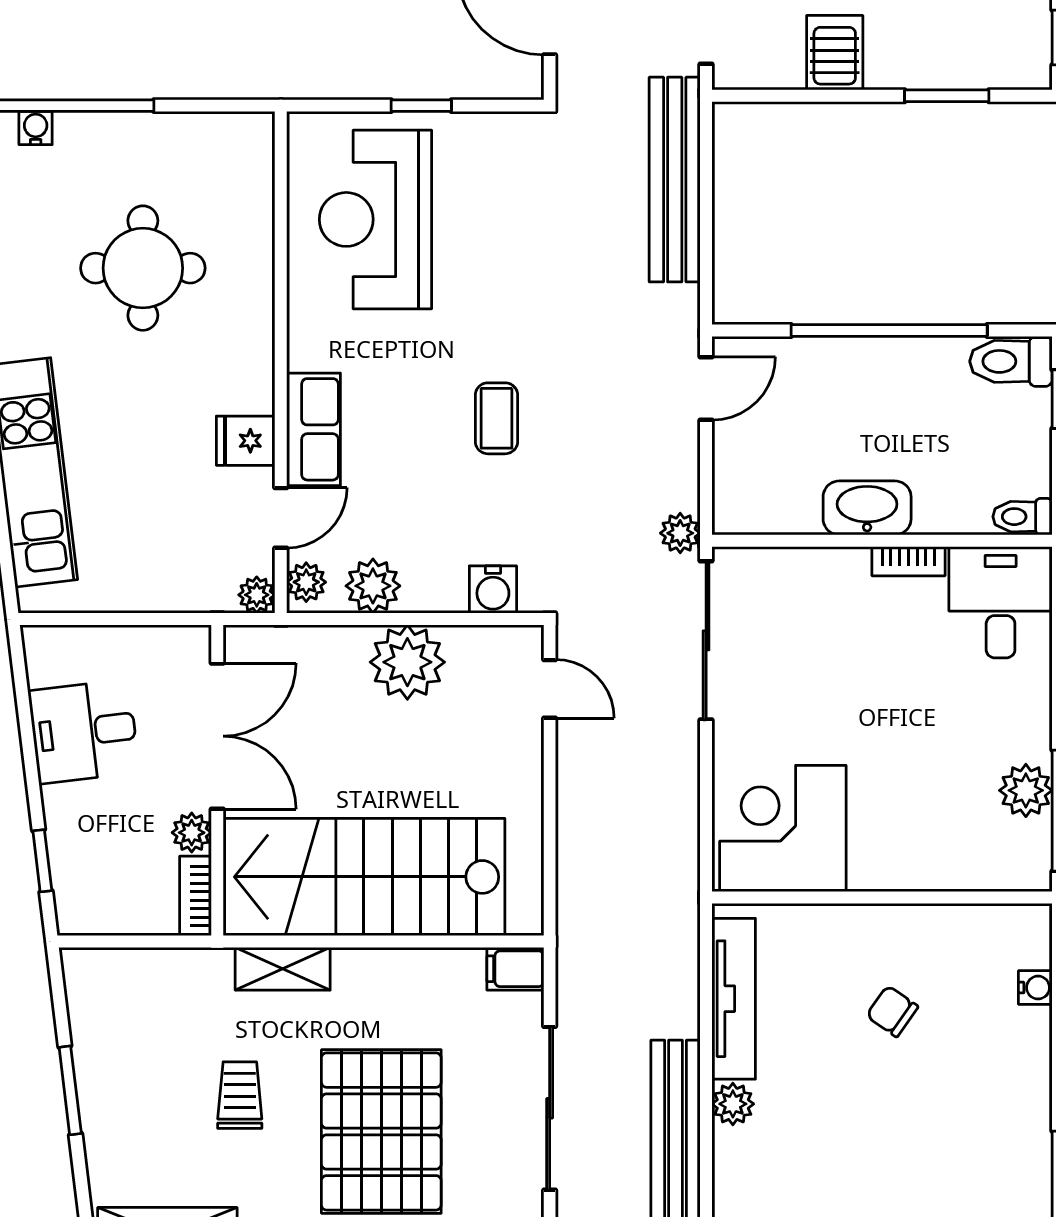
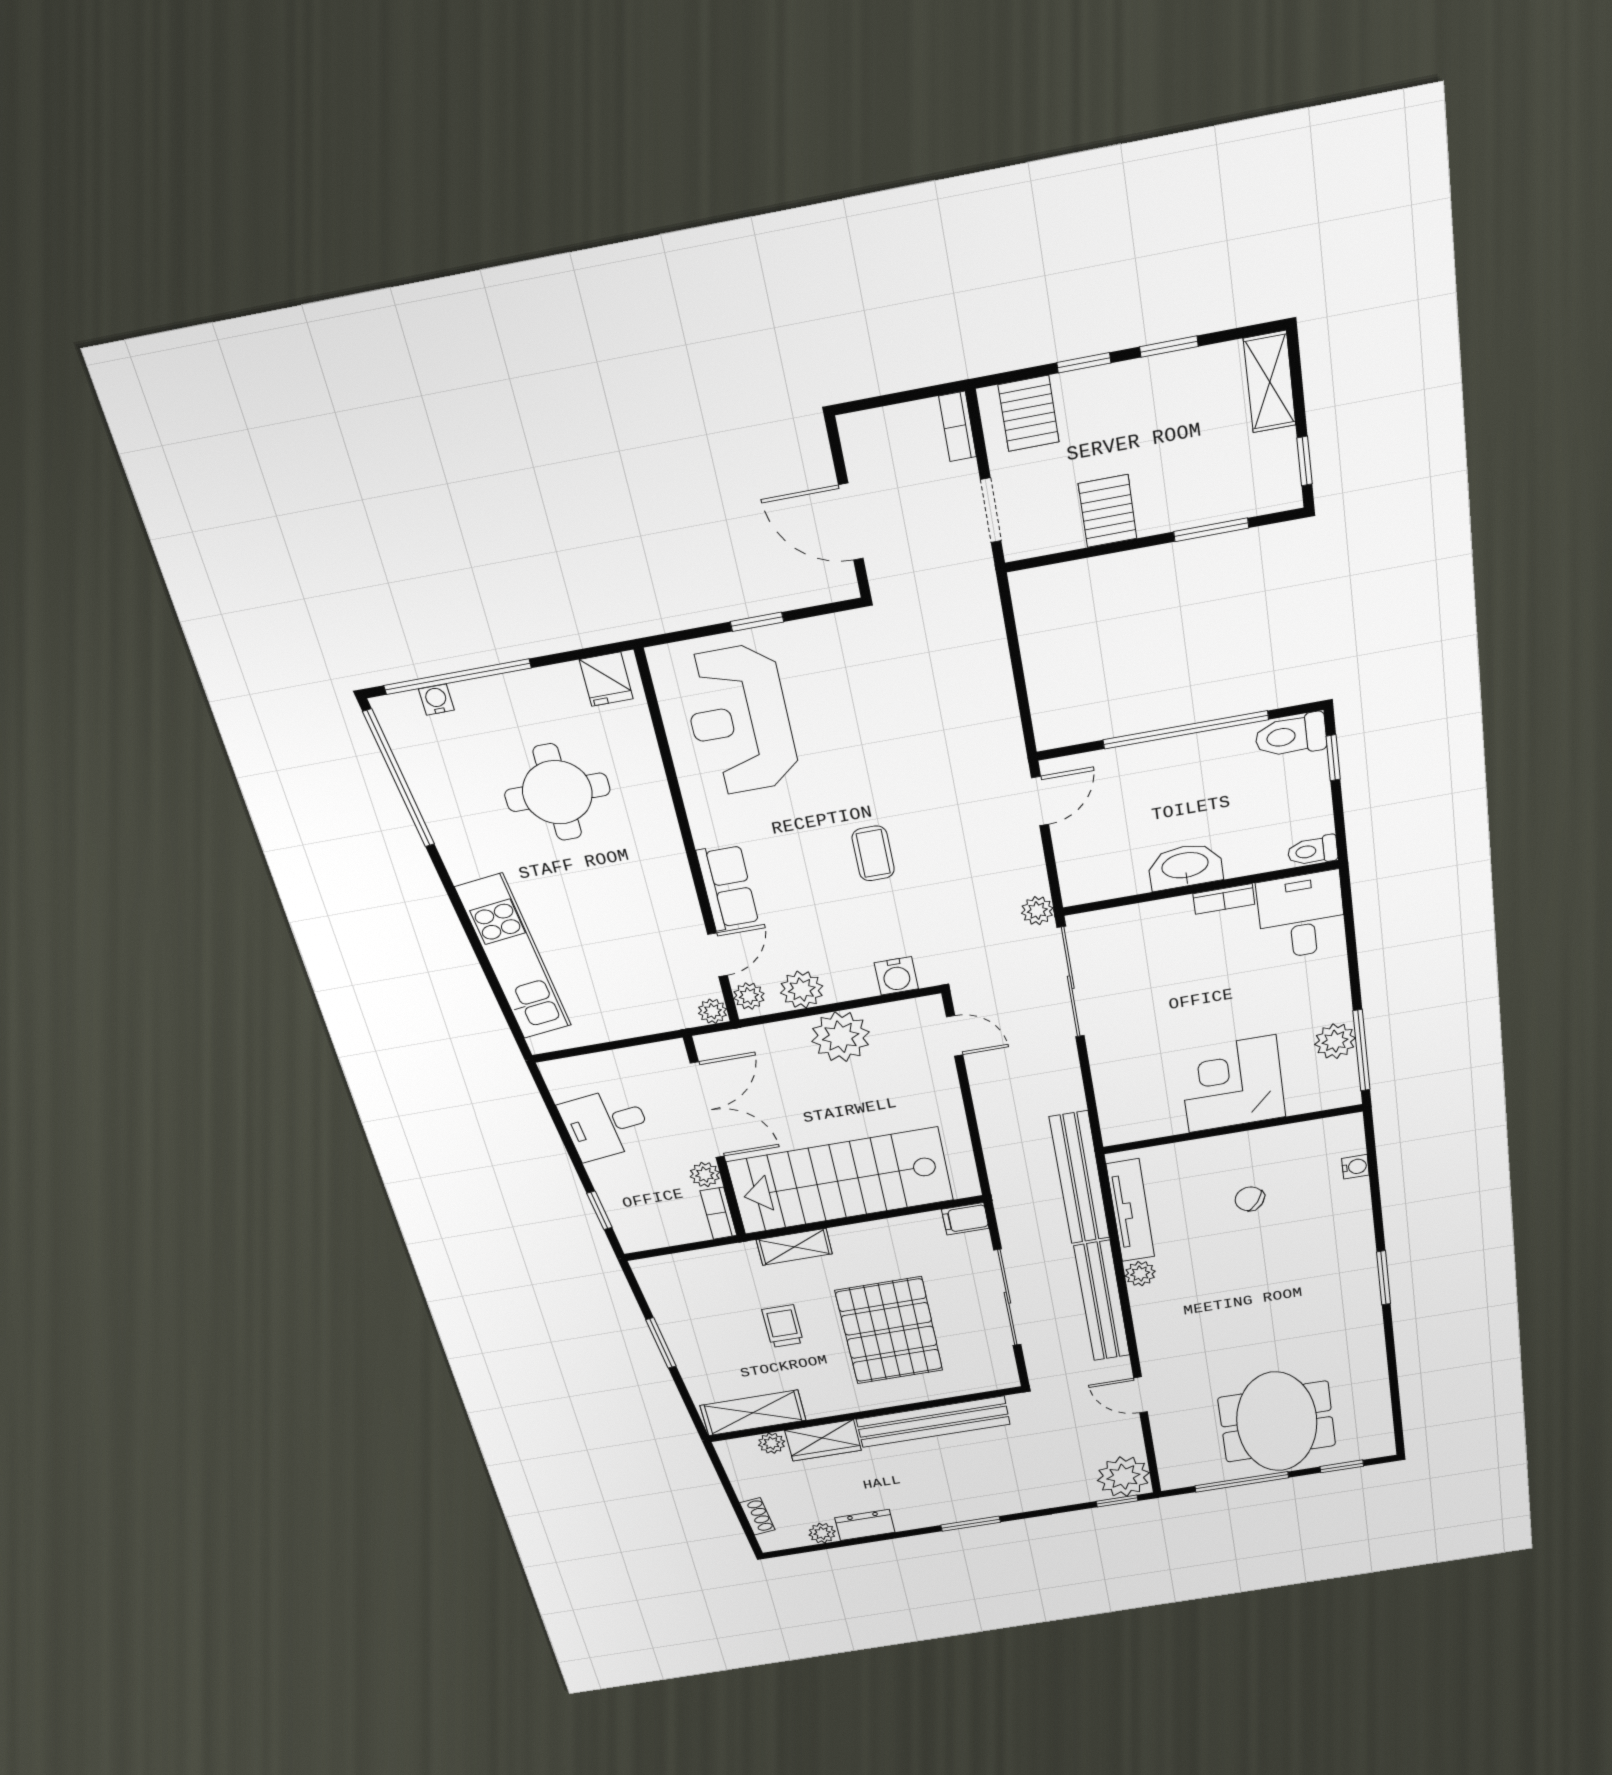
bench: (675, 180) -> (1080, 1178), moved
fridge: (246, 441) -> (606, 679), moved, turned -90
corner desk: (783, 828) -> (1232, 1084), moved

